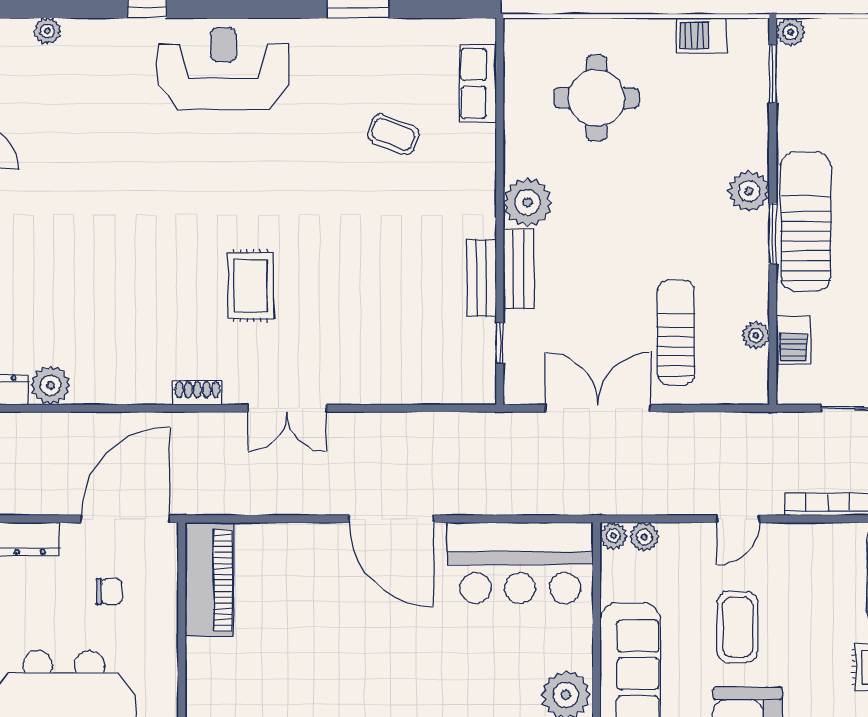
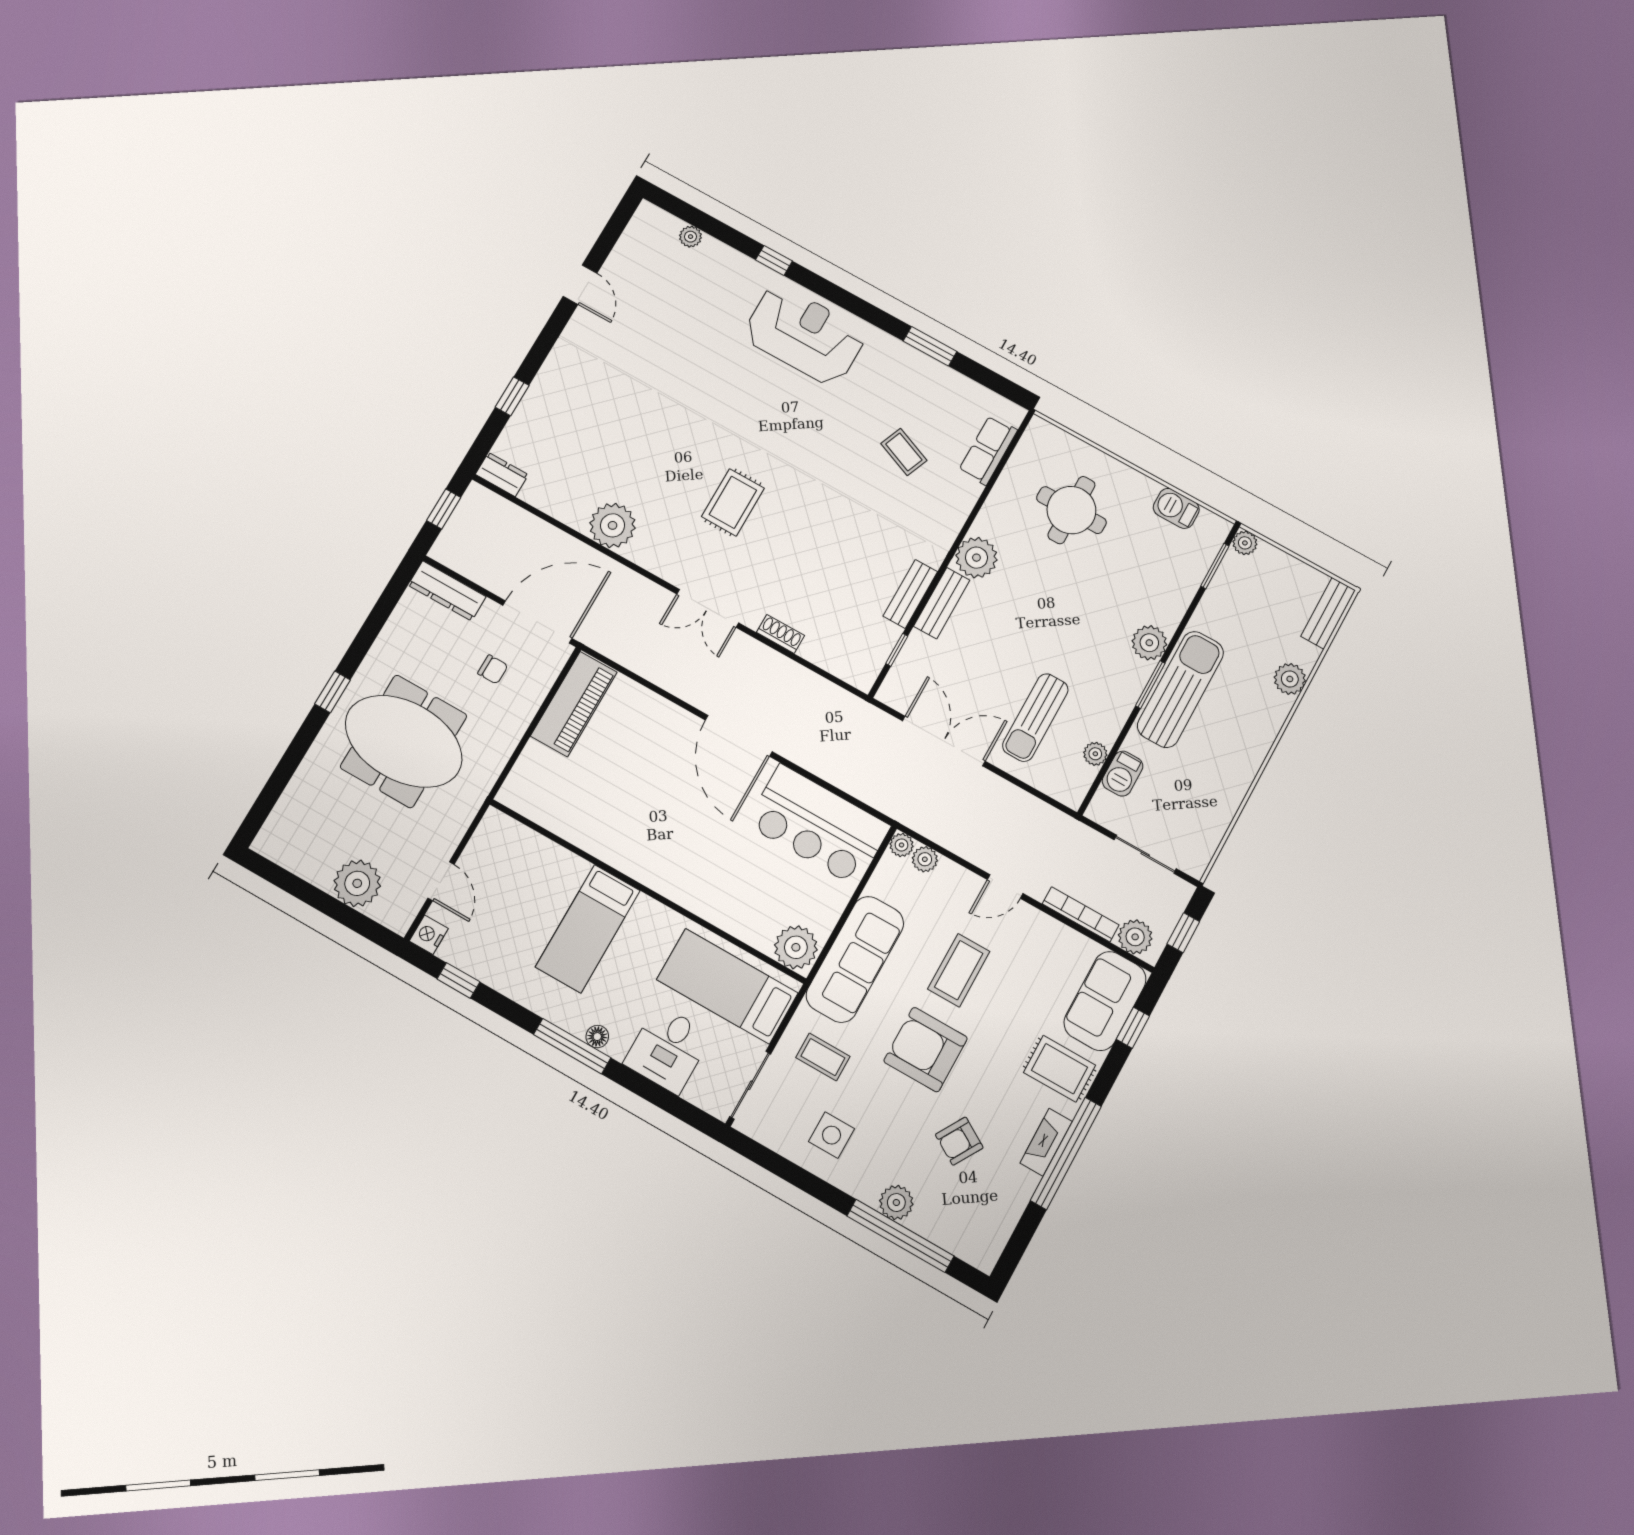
sun lounger: (676, 333) -> (1035, 718), turned 180
plant: (51, 385) -> (613, 525), moved, width x1.36, depth x1.36
shoe rack: (197, 393) -> (780, 634), moved

